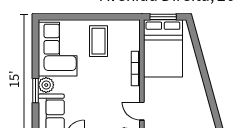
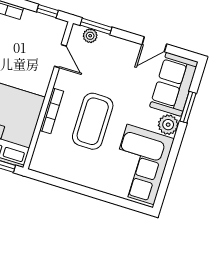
coffee table: (98, 41) -> (93, 121), moved, width x1.36, depth x1.32
window: (36, 91) -> (188, 107), moved

